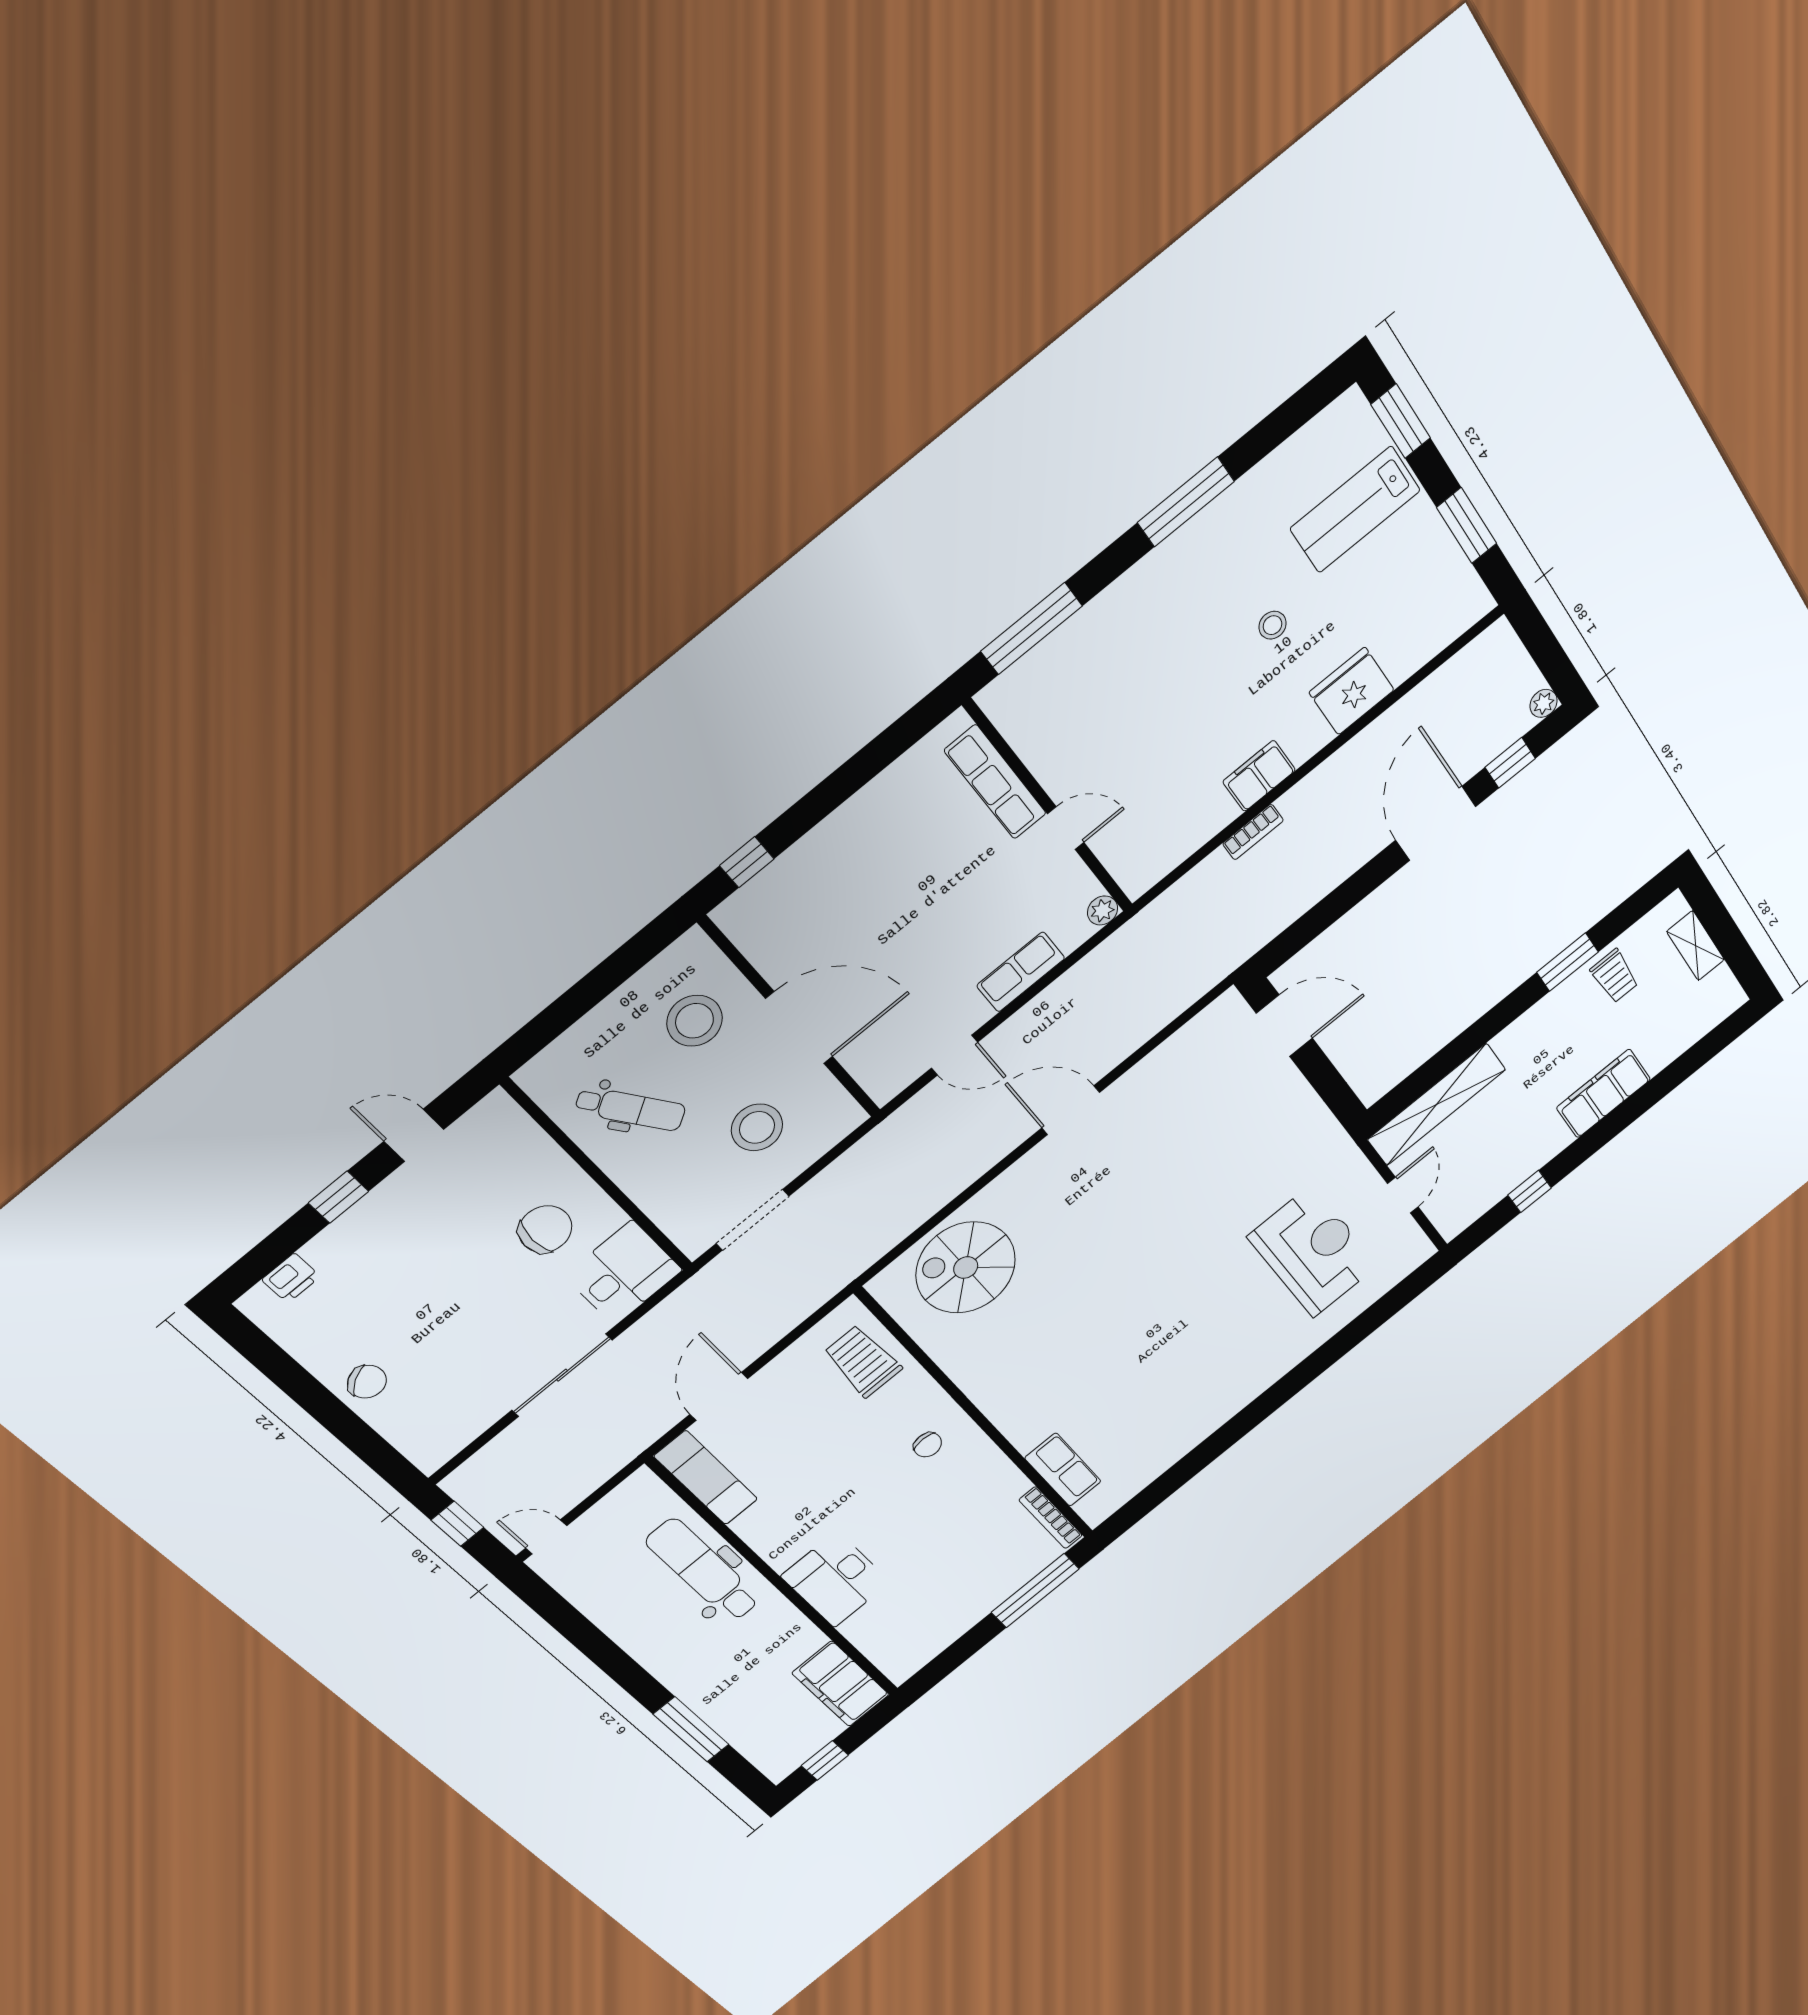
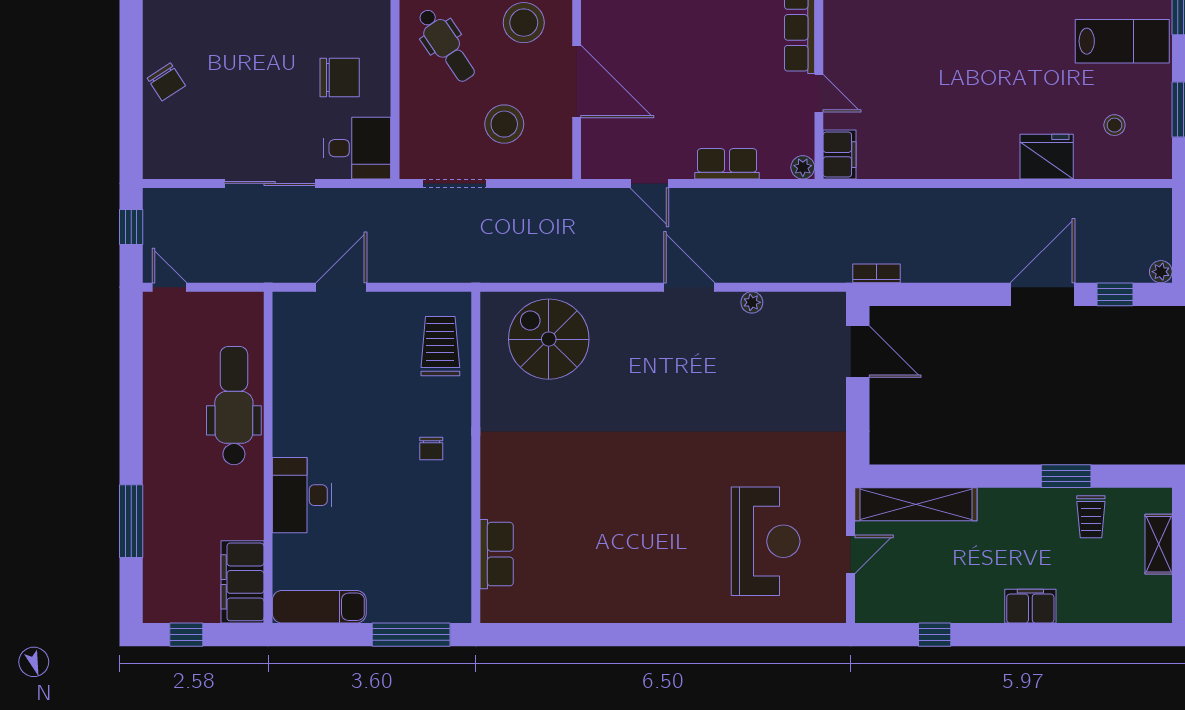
lab bench: (1355, 510) -> (1122, 41), turned 180
stool: (1272, 625) -> (1114, 125), moved
filing cabinet: (1259, 776) -> (840, 155), moved, turned 90
bookcase: (1253, 832) -> (877, 273), moved, turned 180
plant: (1145, 1071) -> (752, 302), added
filing cabinet: (1604, 1093) -> (1030, 606), width x0.67, depth x0.86
exam couch: (706, 1478) -> (319, 607), moved, turned -90
bookcase: (1051, 1518) -> (462, 585), removed

